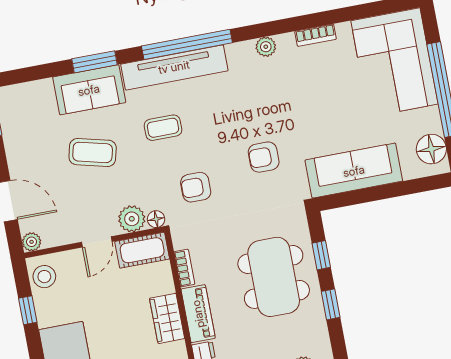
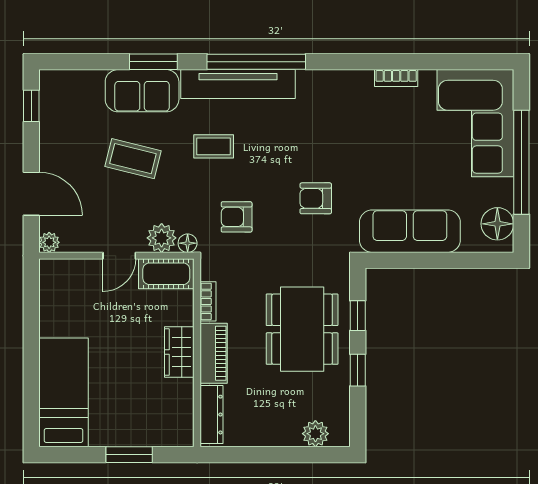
plant: (266, 47) -> (340, 80), removed
stool: (44, 277) -> (56, 282), removed
window: (28, 310) -> (31, 315), removed

